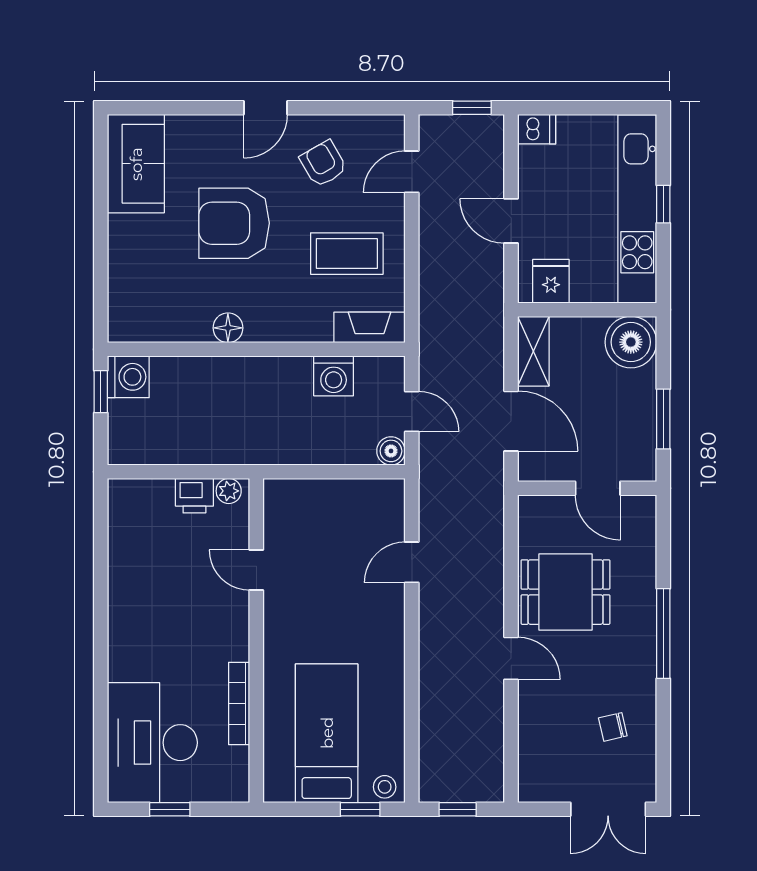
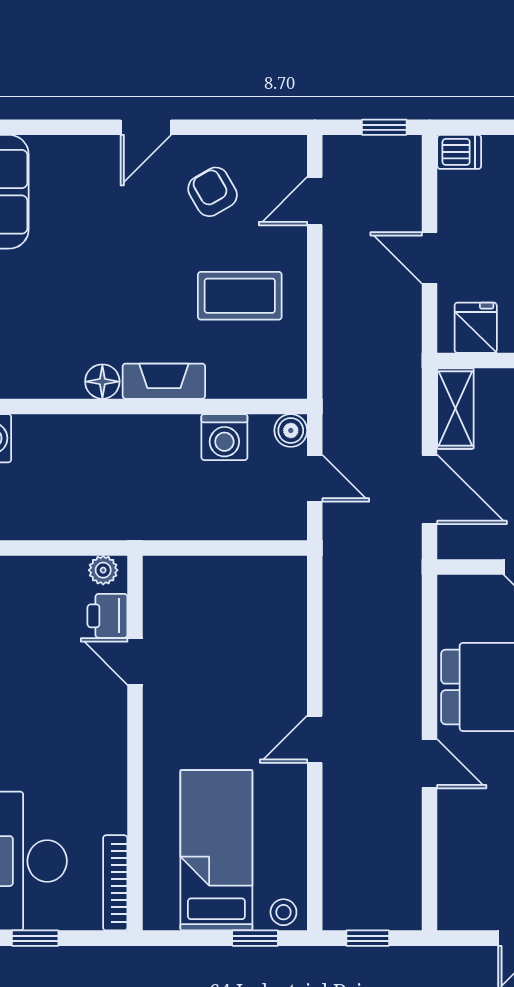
armchair: (234, 223) -> (109, 261), removed
fireplace: (369, 327) -> (164, 381), moved
boiler: (391, 451) -> (291, 430), moved
printer: (194, 496) -> (107, 616), moved, turned 90
door: (412, 562) -> (315, 739), moved
bookcase: (239, 703) -> (115, 883), moved

